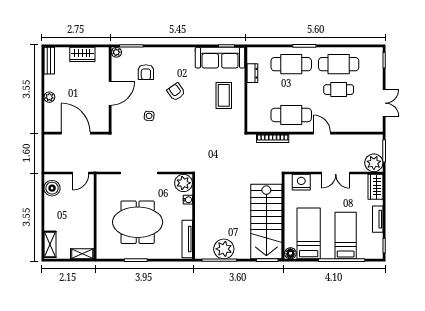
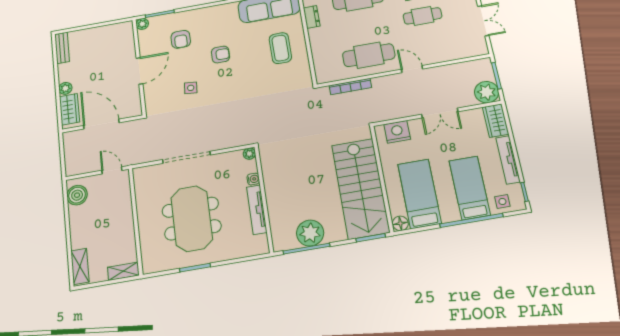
wardrobe: (82, 54) -> (69, 109), moved, turned -90
armchair: (176, 92) -> (220, 55), turned 126
door: (81, 173) -> (112, 170), swing flipped
plant: (184, 183) -> (249, 154), width x0.53, depth x0.53
tv unit: (378, 219) -> (508, 160), width x1.41
meeting table: (138, 222) -> (192, 218), turned 90
tv unit: (187, 239) -> (257, 210), moved
side table: (367, 250) -> (502, 201), added

